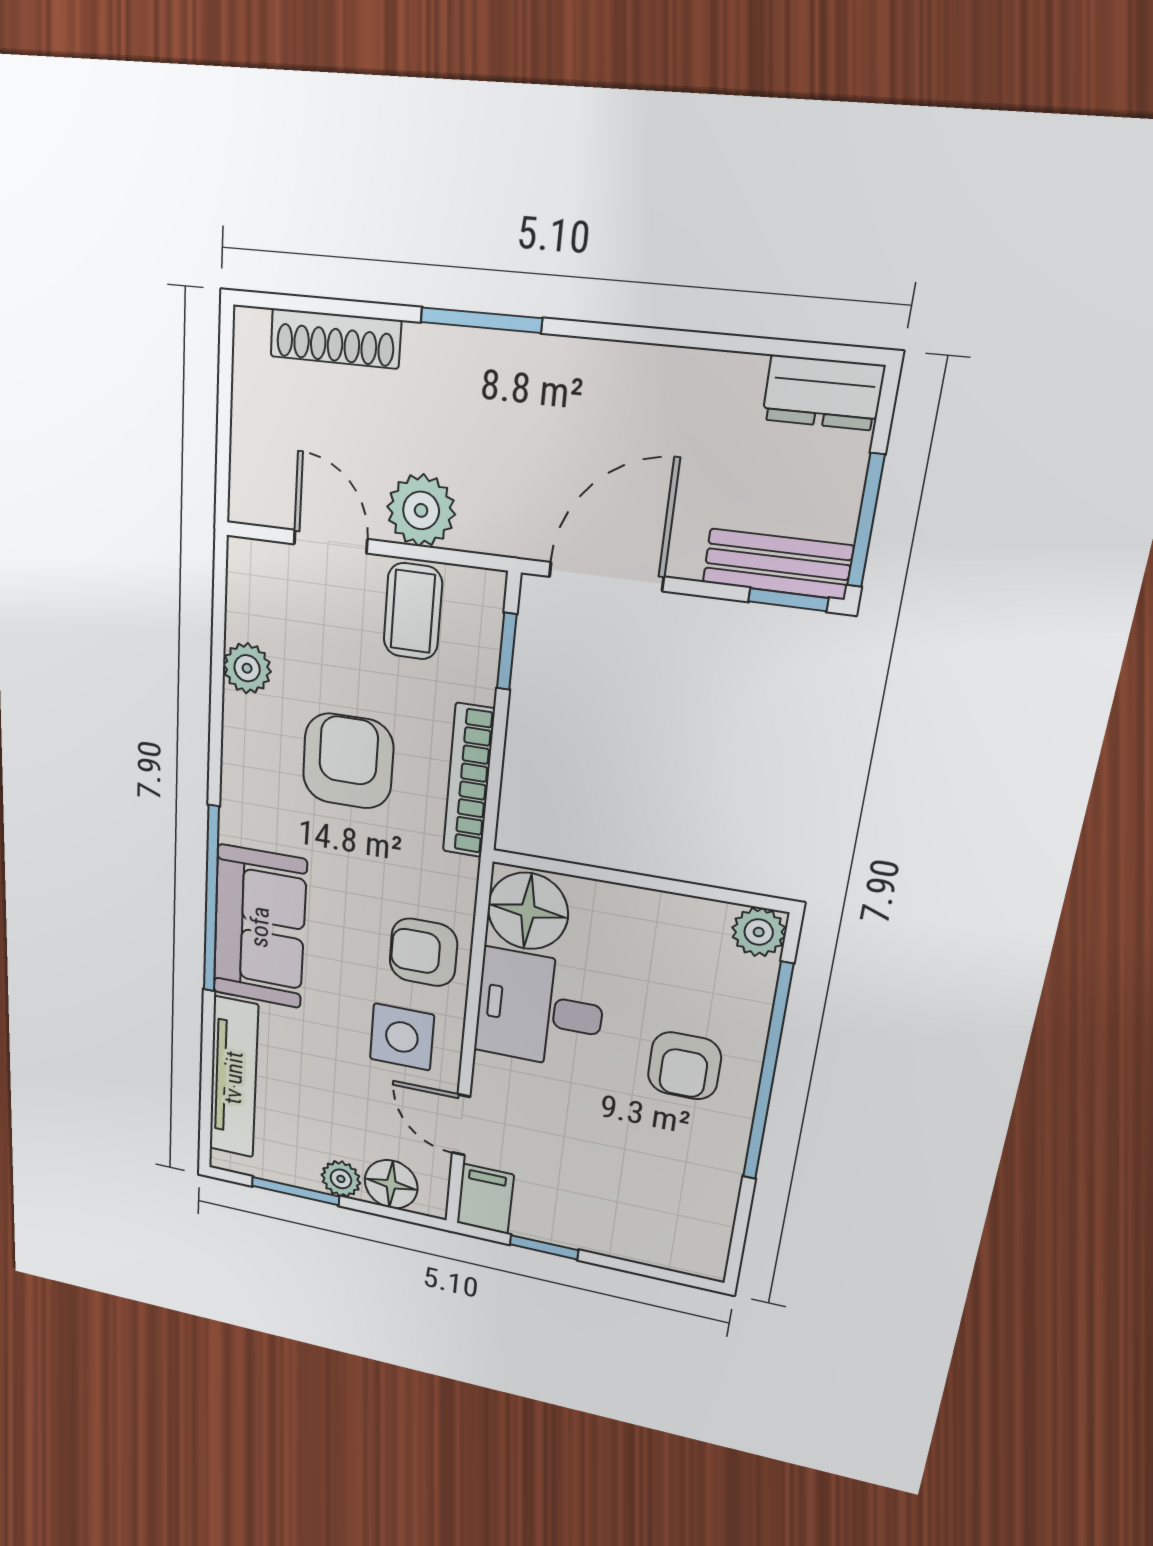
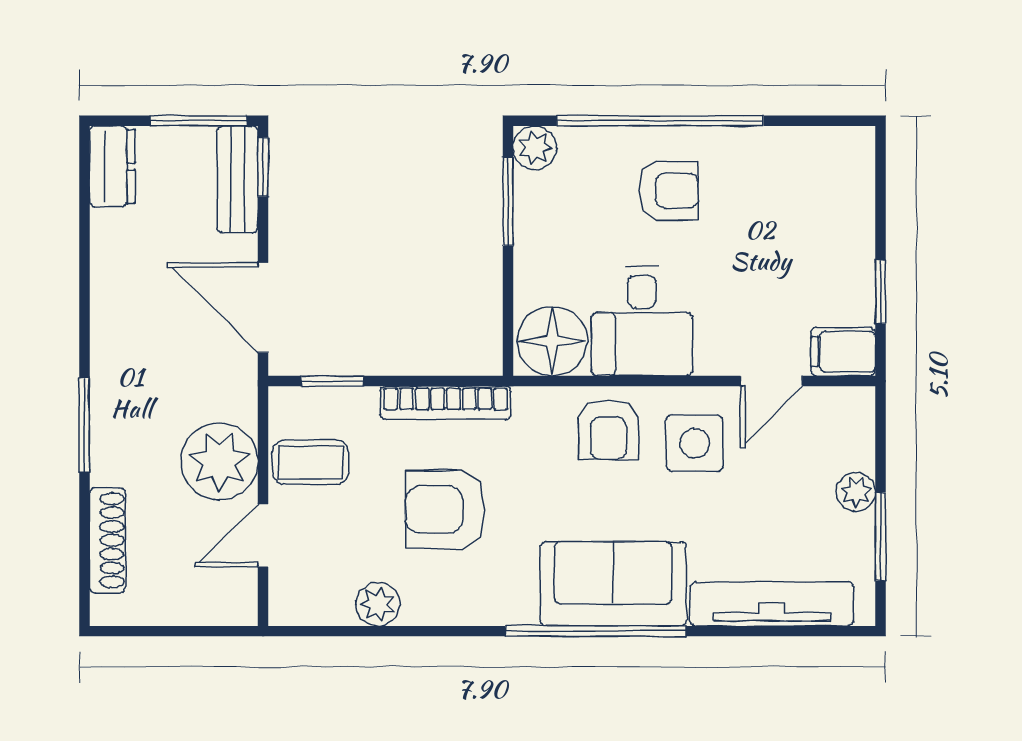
plant: (421, 510) -> (219, 461), width x1.36, depth x1.36
window: (698, 891) -> (508, 201), added
floor lamp: (391, 1184) -> (850, 443), removed

